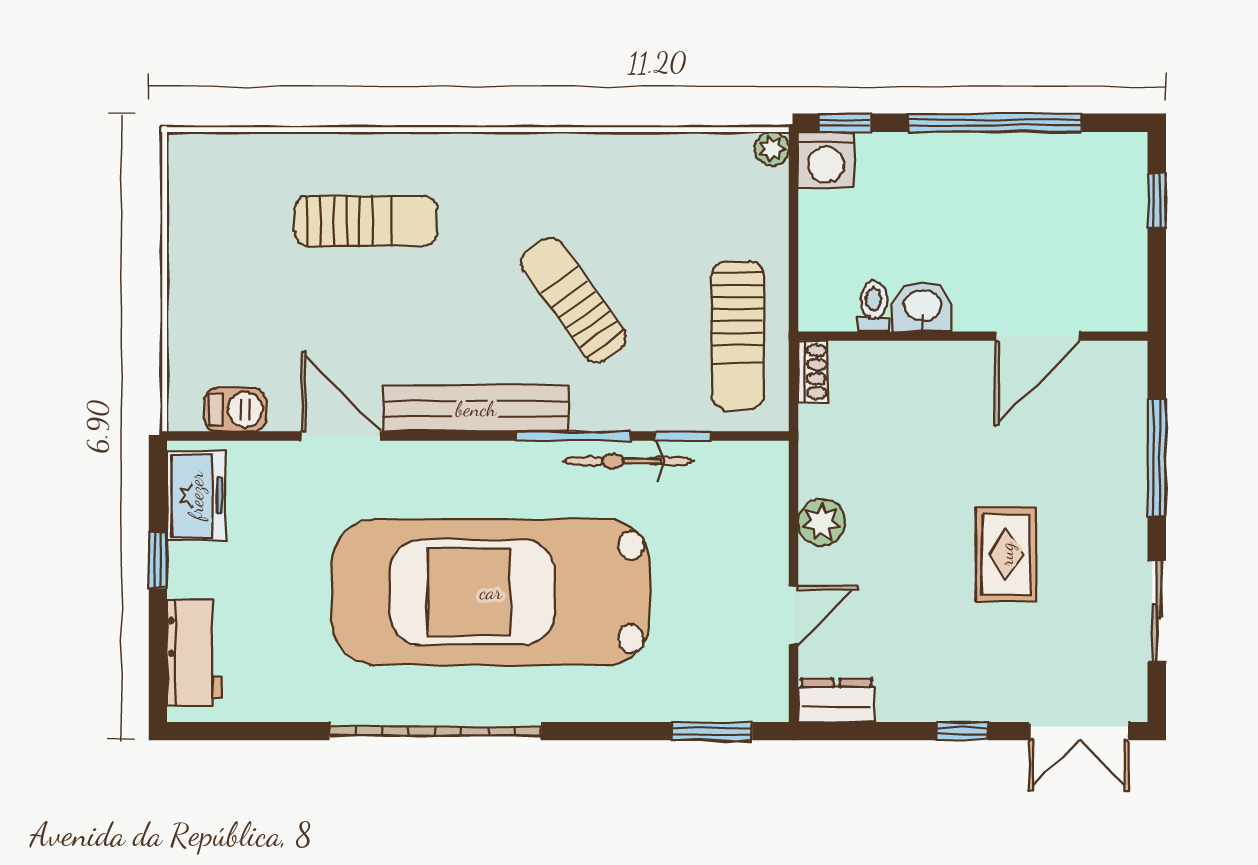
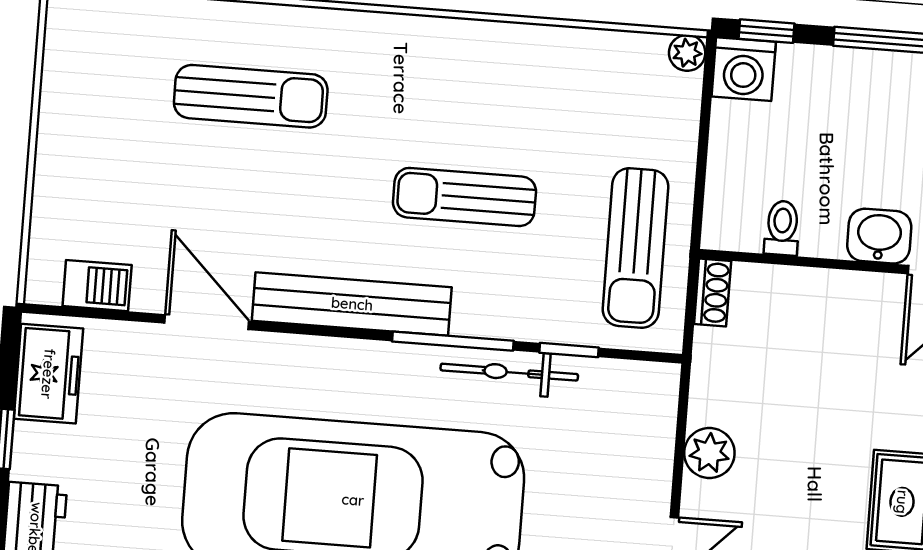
sun lounger: (574, 300) -> (464, 197), turned -54
washbasin: (922, 307) -> (879, 236), moved

